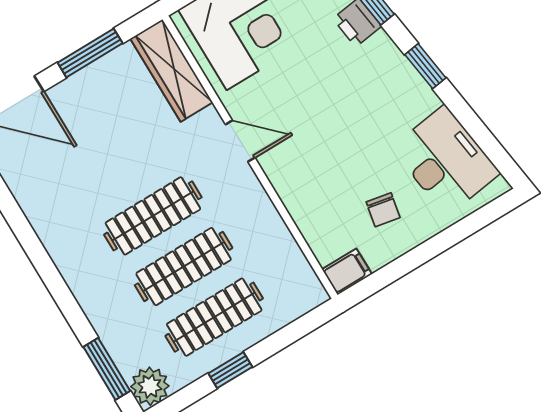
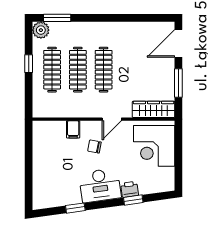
window: (425, 66) -> (75, 208), moved
desk: (446, 161) -> (100, 185), moved
chair: (383, 210) -> (94, 147), moved
filing cabinet: (347, 272) -> (73, 129), moved

